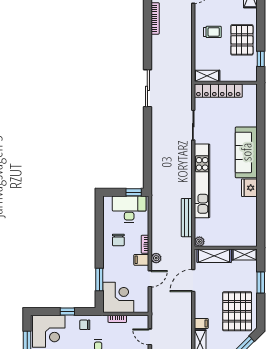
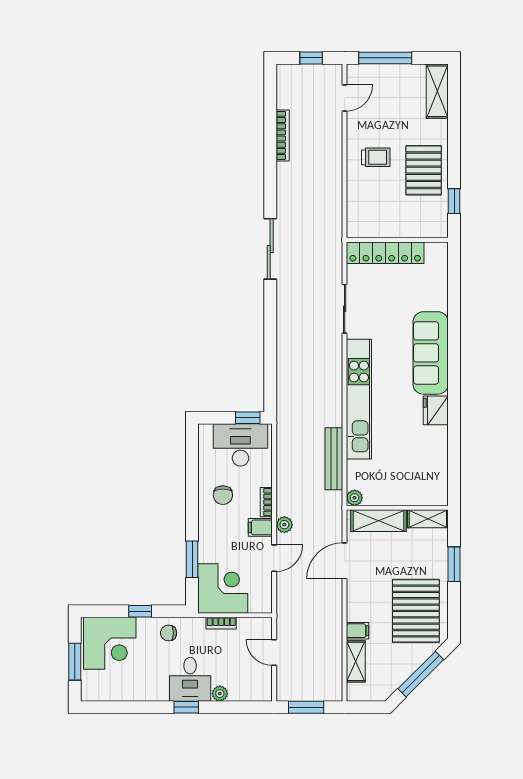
shelving: (207, 76) -> (367, 229), removed

